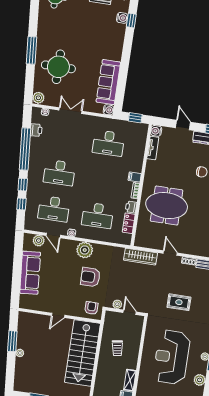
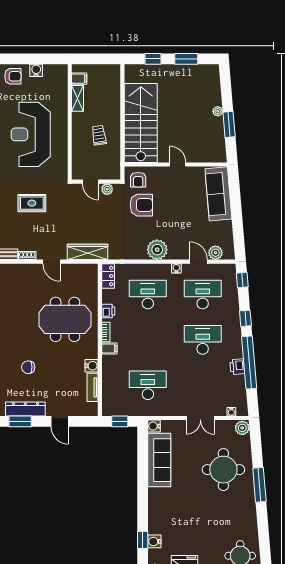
printer: (36, 130) -> (237, 367), moved
water cooler: (156, 131) -> (92, 366), moved
window: (21, 204) -> (242, 280), moved
locker: (129, 223) -> (108, 276), moved
sofa: (30, 273) -> (218, 194), moved
armchair: (90, 277) -> (141, 205), moved
door: (58, 315) -> (178, 165), hinge flipped
reception desk: (172, 357) -> (31, 134), turned 180

